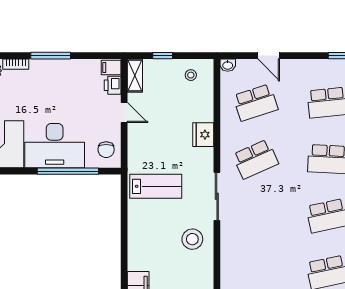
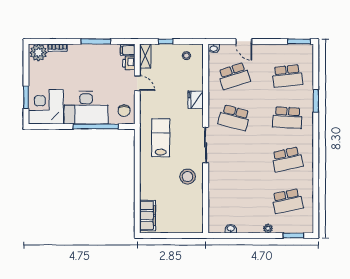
window: (51, 56) -> (96, 41), moved
school desk: (255, 159) -> (234, 118), turned 39
lab bench: (156, 186) -> (161, 138), turned -90

